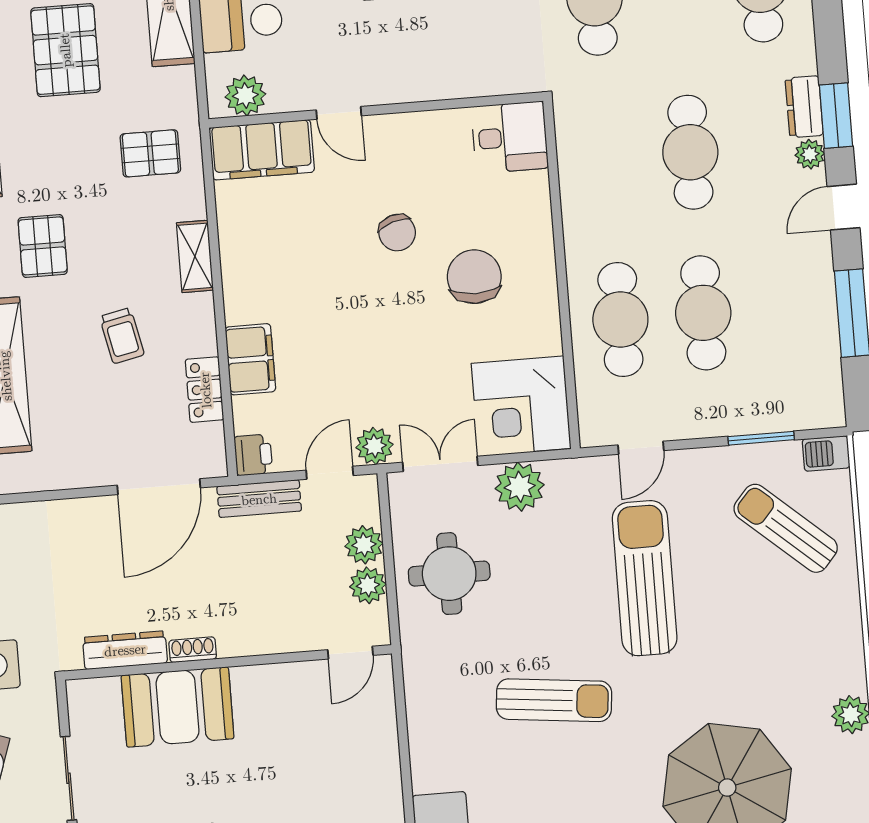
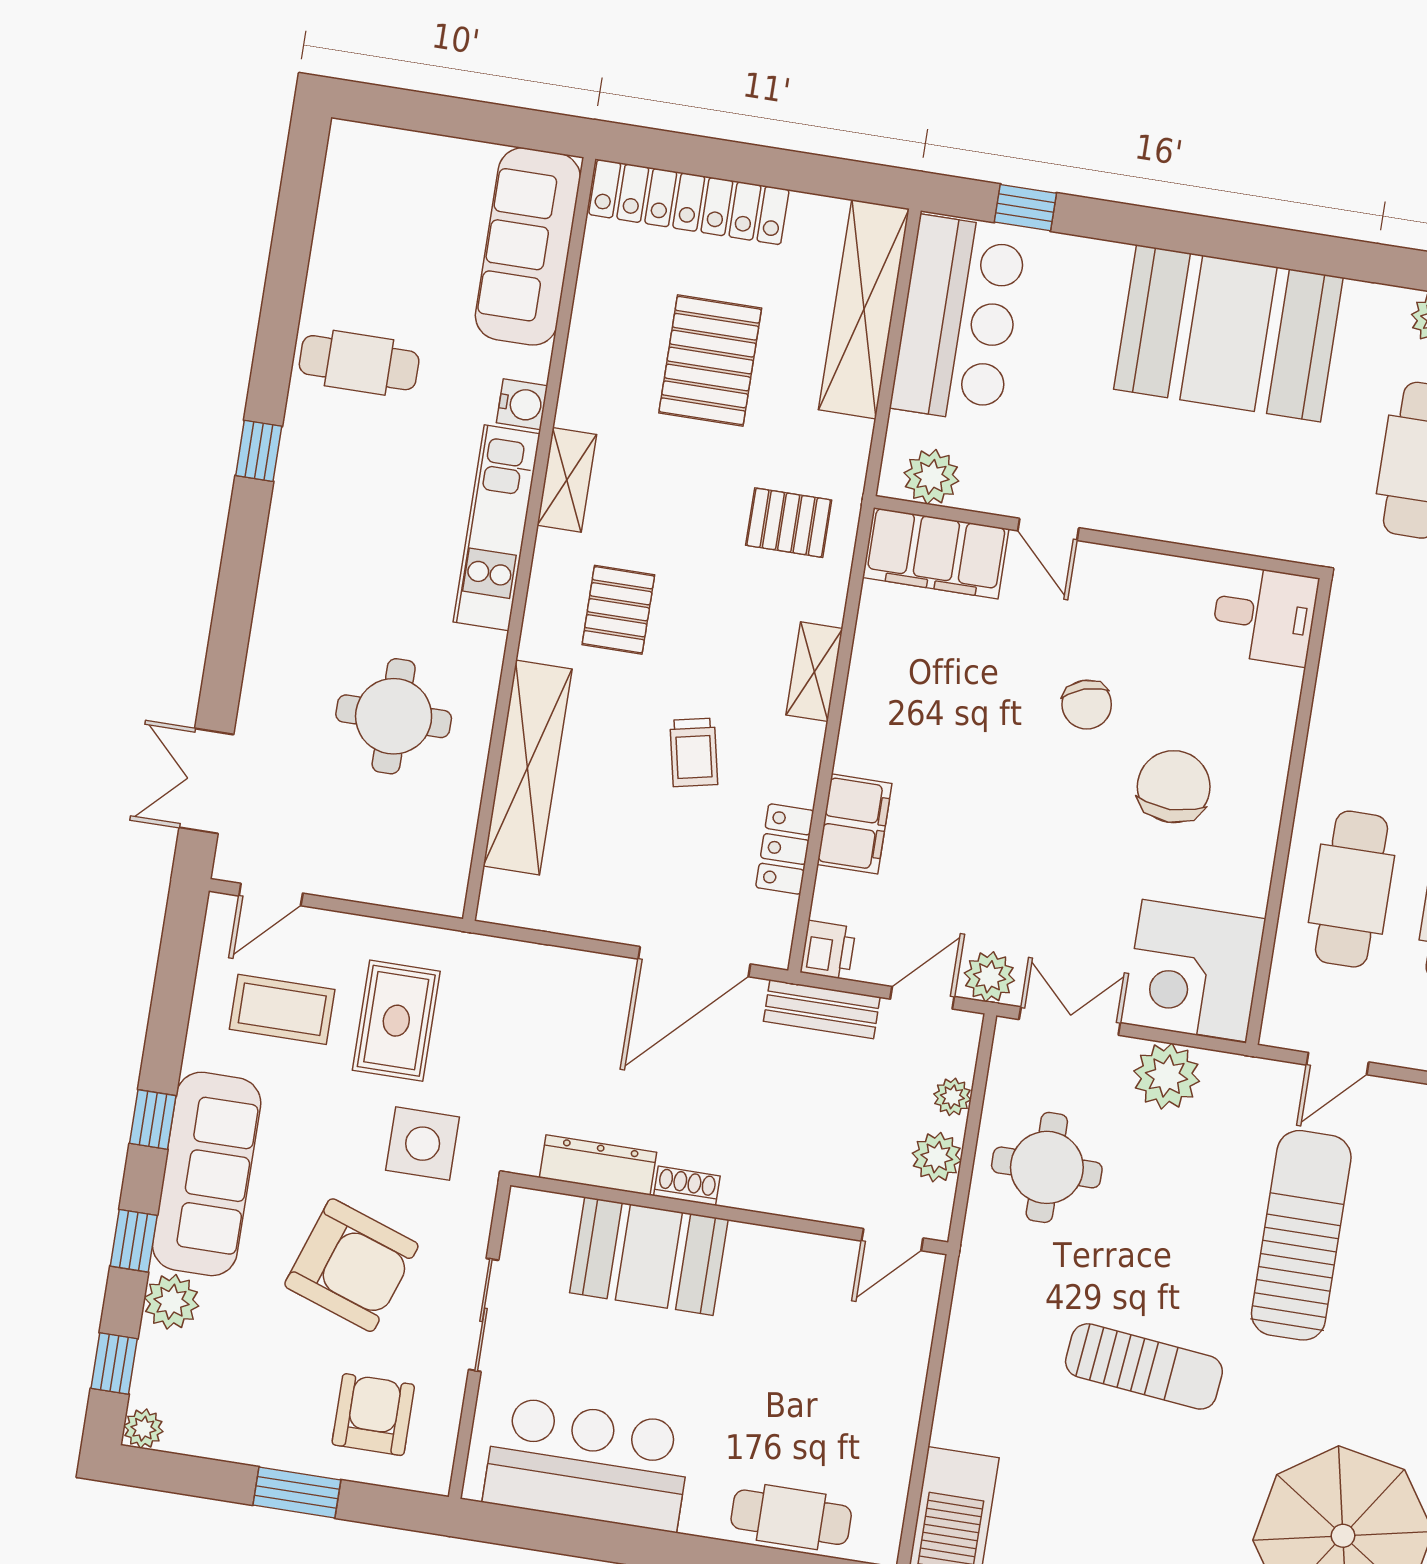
plant: (364, 545) -> (952, 1097), width x0.73, depth x0.73

